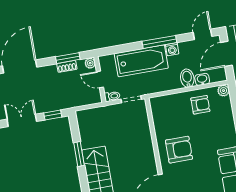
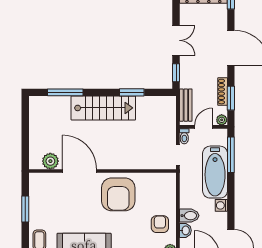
window: (159, 42) -> (231, 155), moved
shoe rack: (67, 66) -> (223, 92), width x1.43
bench: (82, 100) -> (186, 105), added
armchair: (200, 105) -> (160, 224), turned 180
armchair: (179, 150) -> (118, 194), width x1.36, depth x1.36

